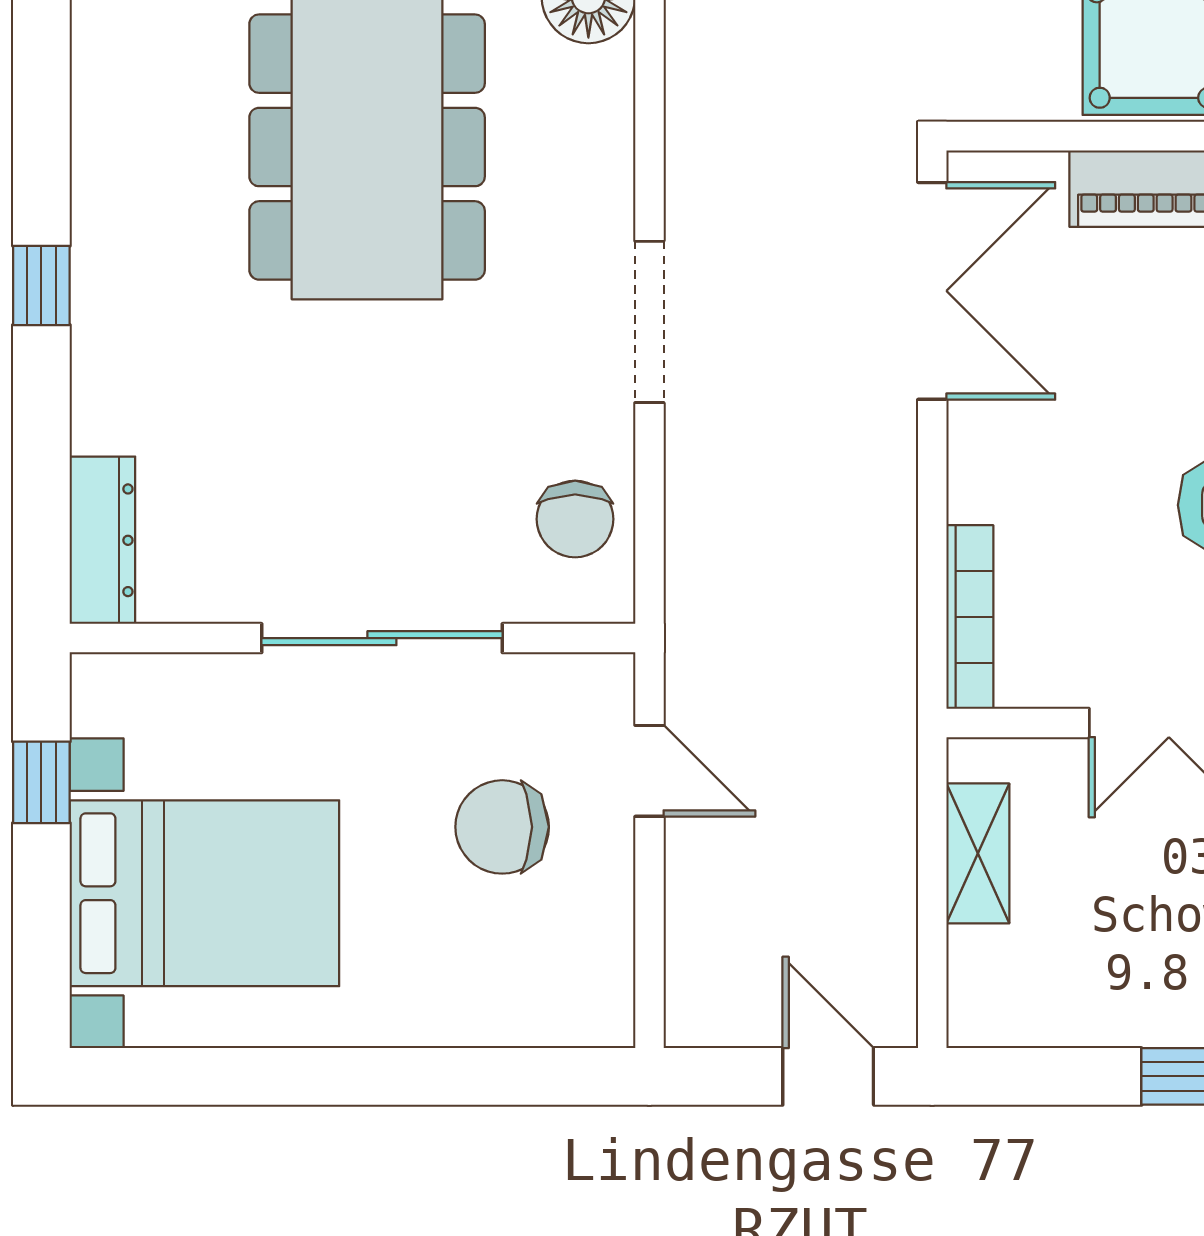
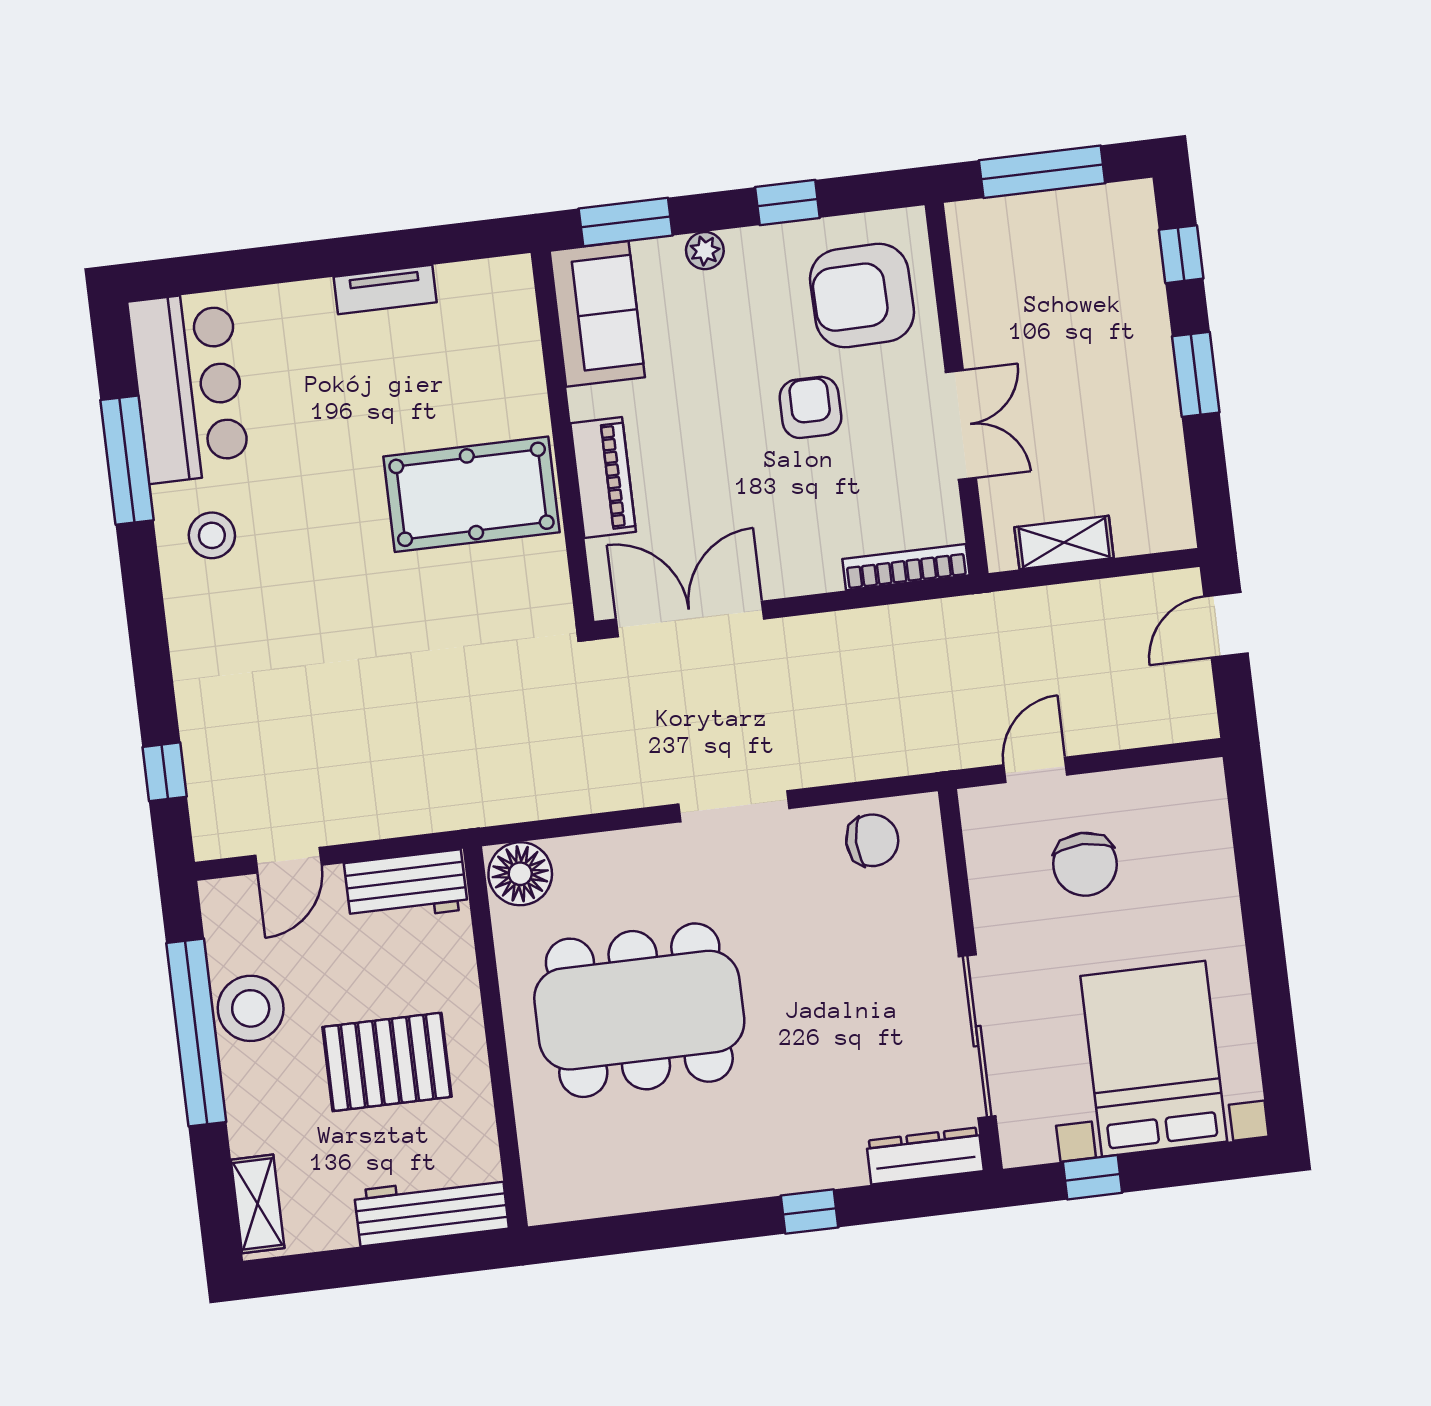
window: (41, 285) -> (809, 1211), moved
sliding door: (382, 638) -> (977, 1036), moved

